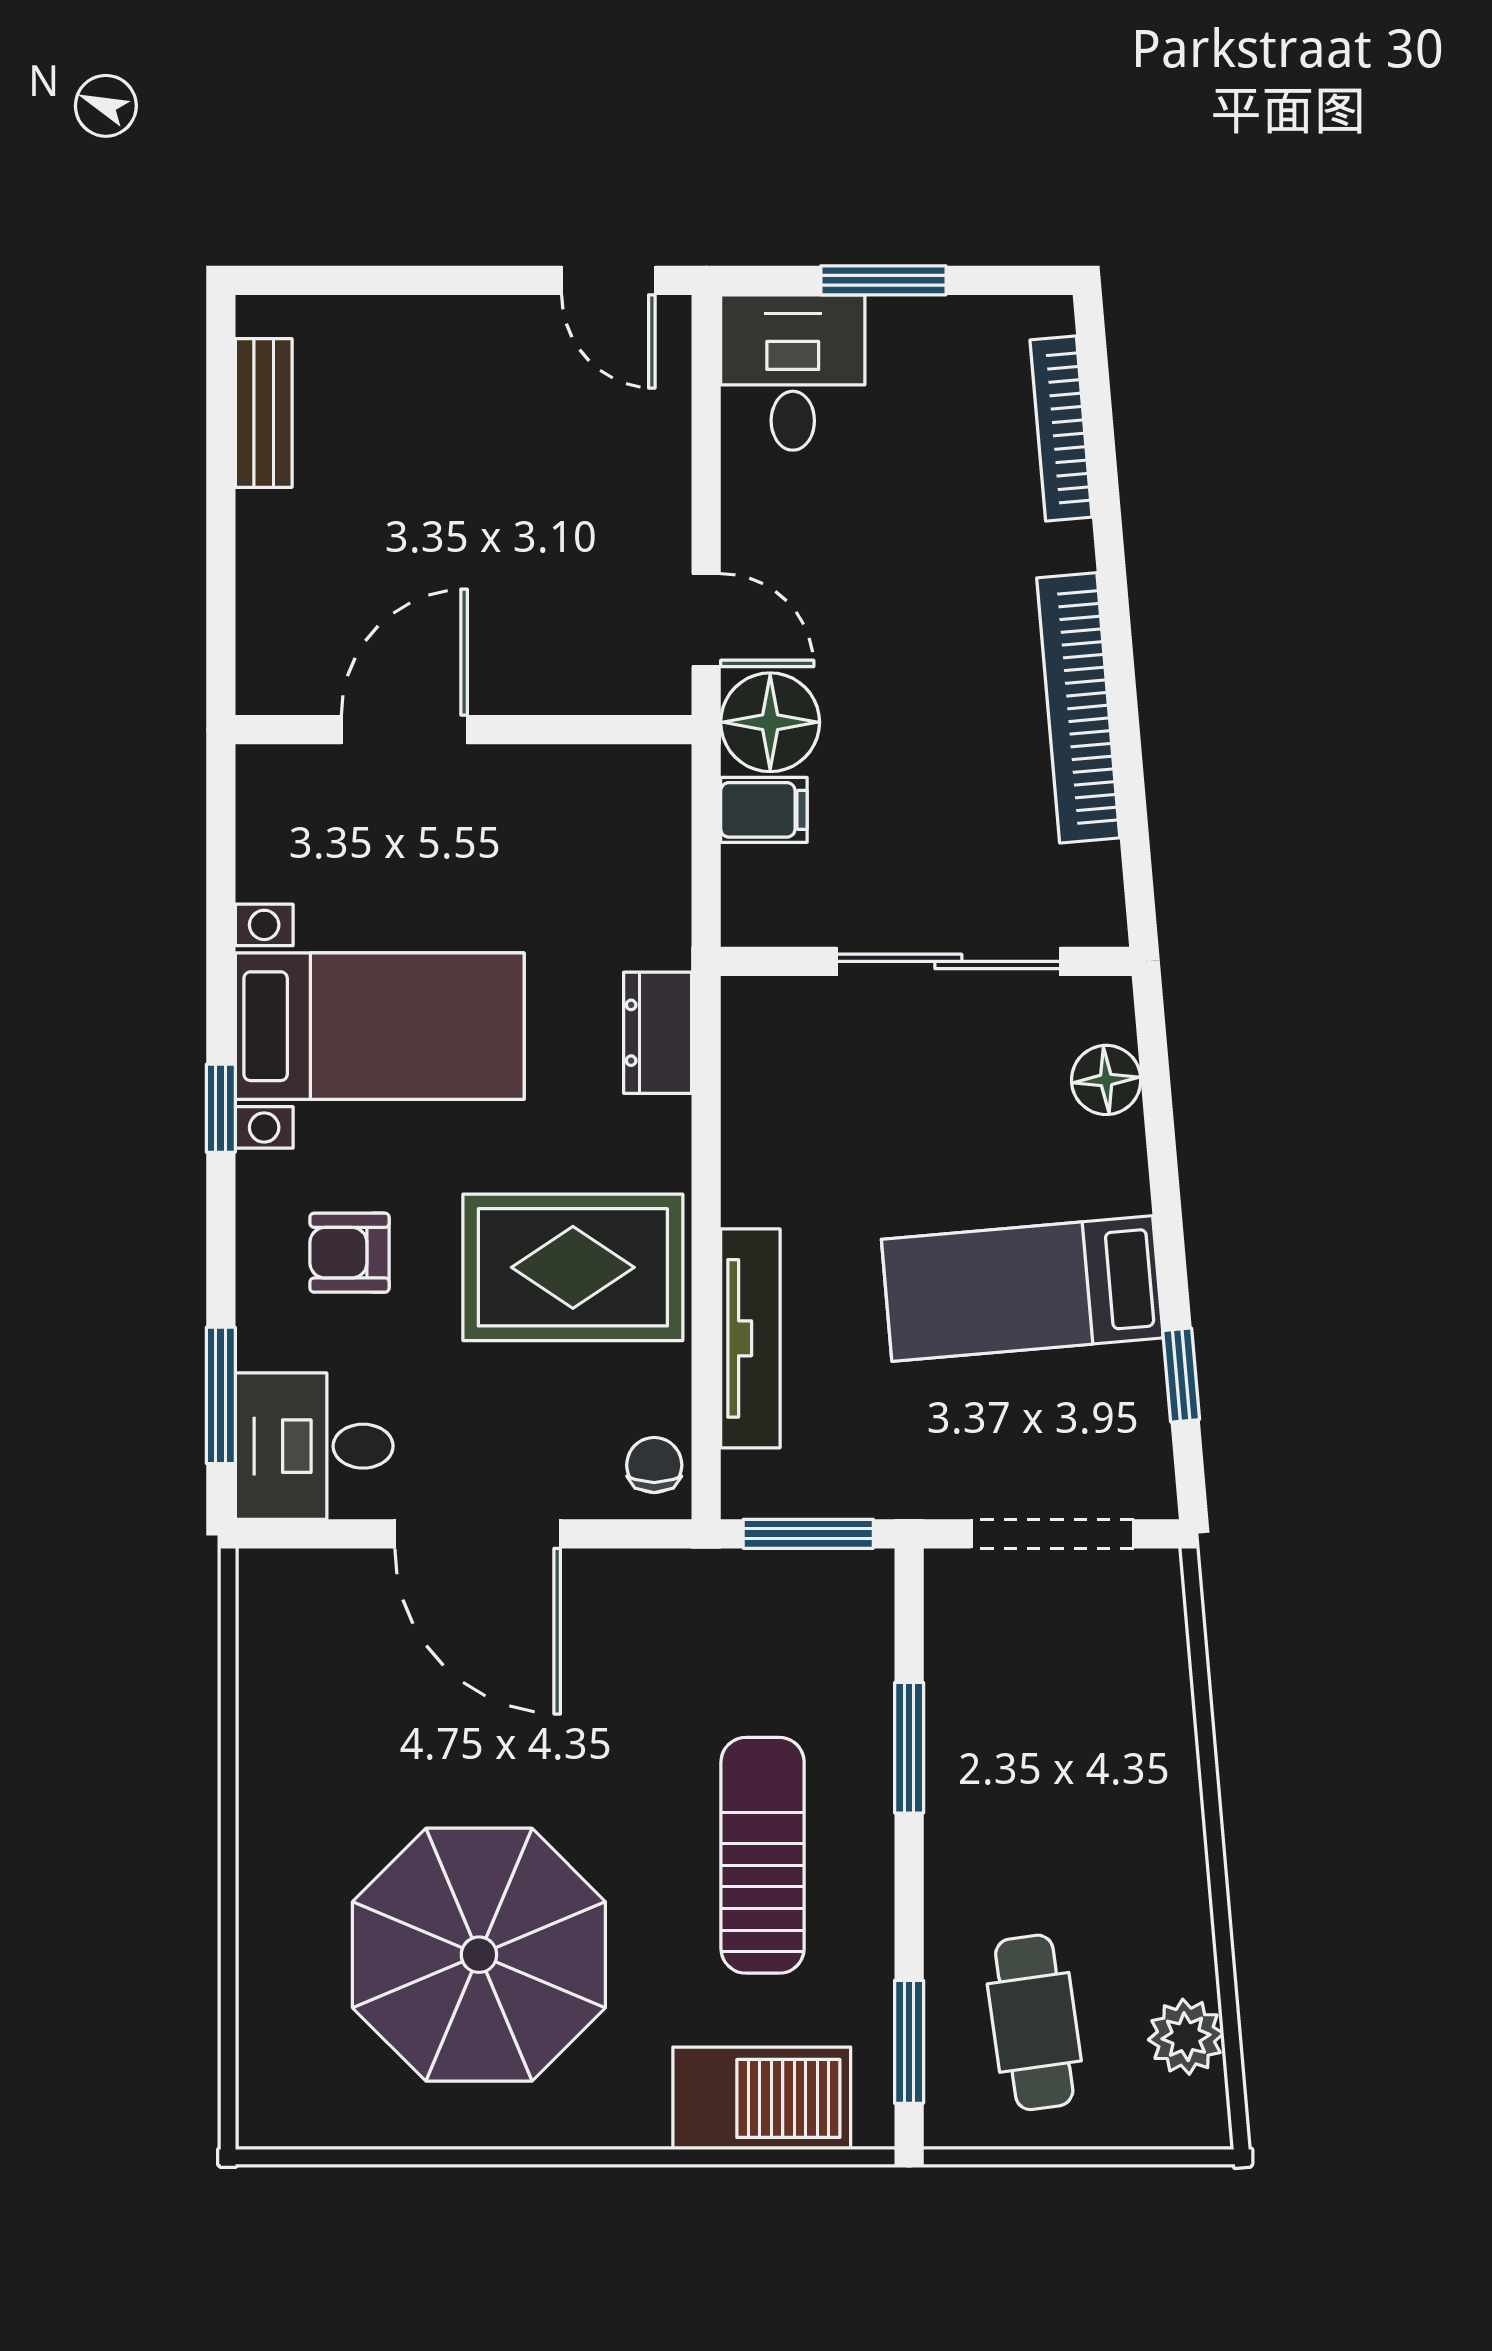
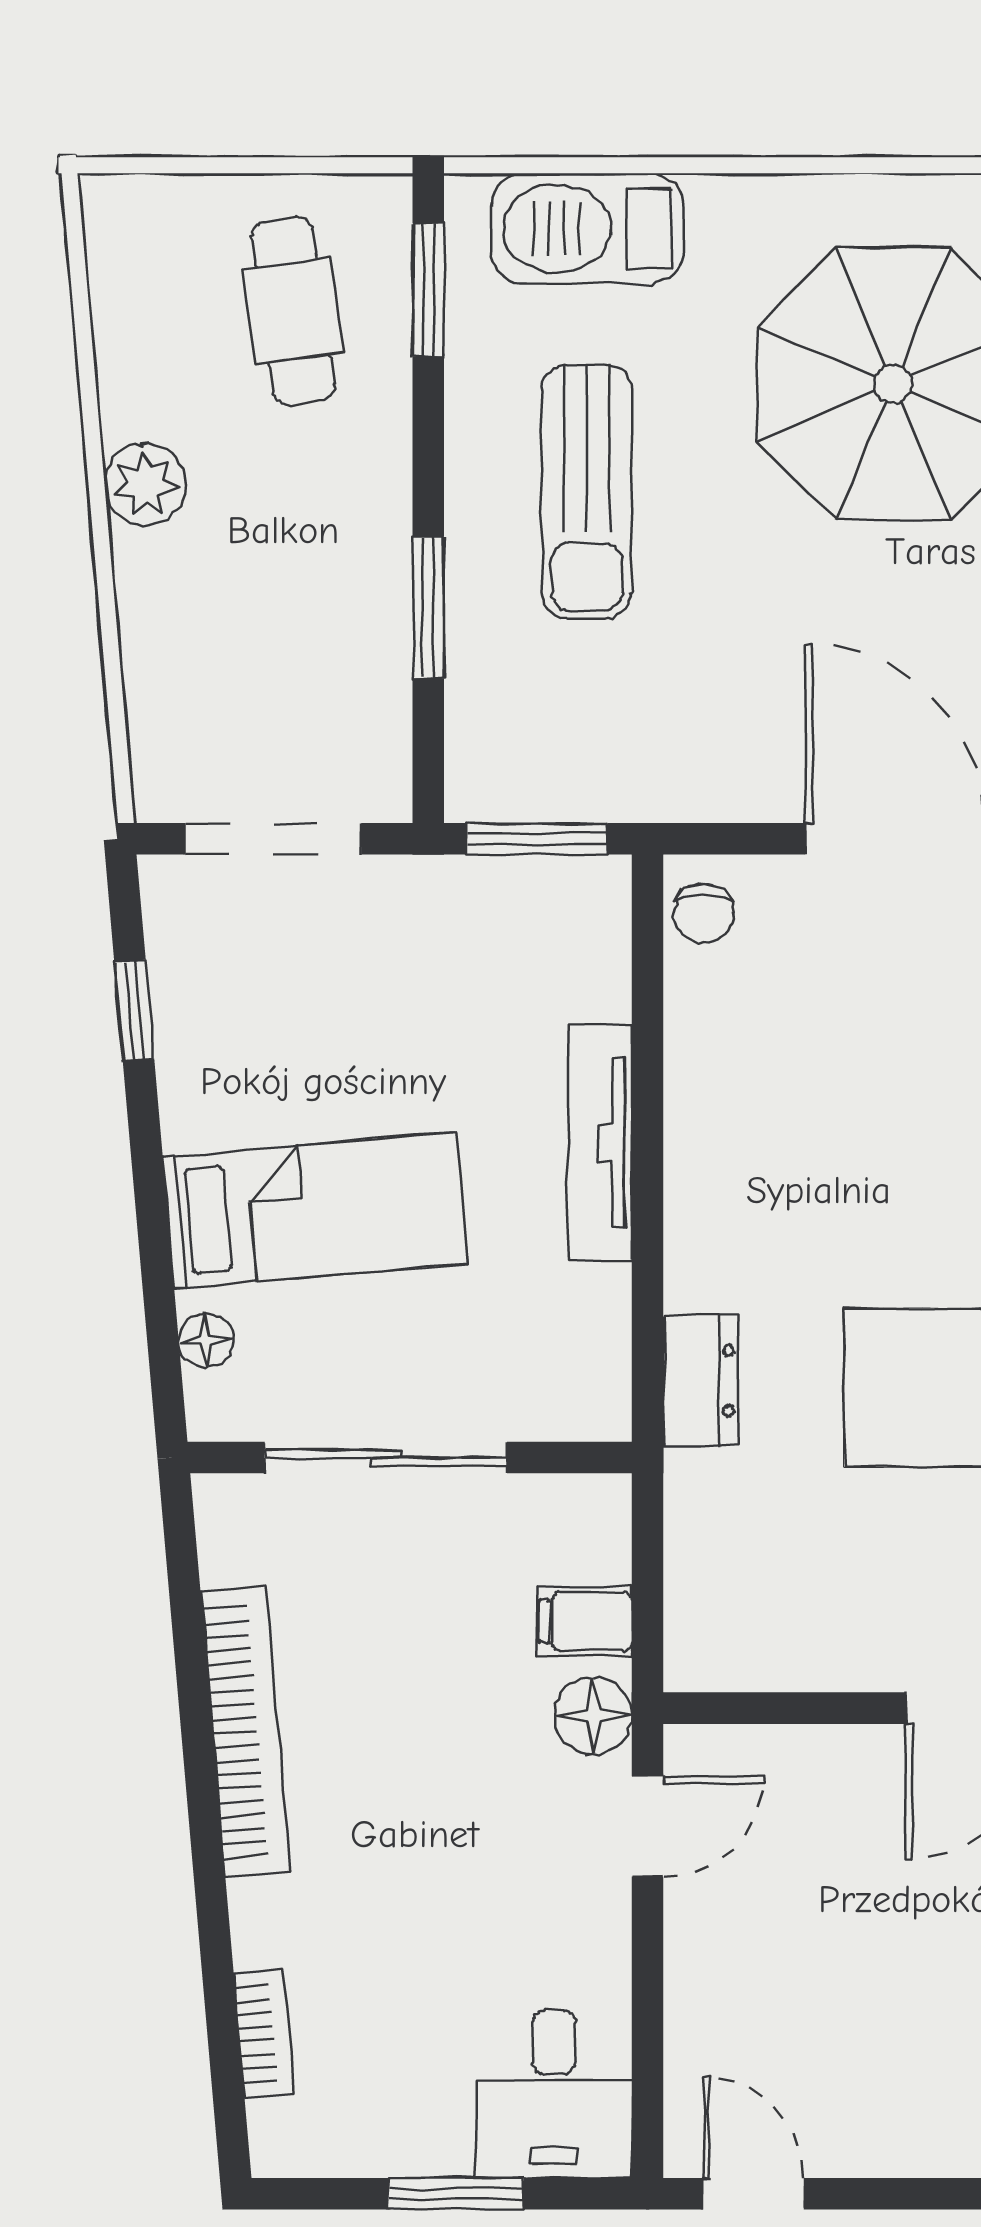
bookcase: (1061, 429) -> (264, 2033), width x0.64
door: (706, 620) -> (648, 1826), swing flipped
floor lamp: (770, 722) -> (593, 1716), width x0.73, depth x0.73
floor lamp: (1106, 1080) -> (206, 1340), width x0.73, depth x0.73
rug: (573, 1267) -> (792, 1127), removed
bed: (1022, 1289) -> (315, 1210), moved
tv unit: (750, 1338) -> (600, 1142), moved
plant: (1186, 2037) -> (145, 484), moved

